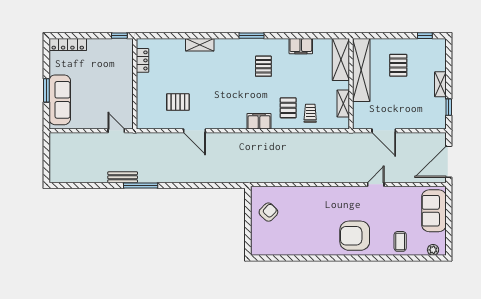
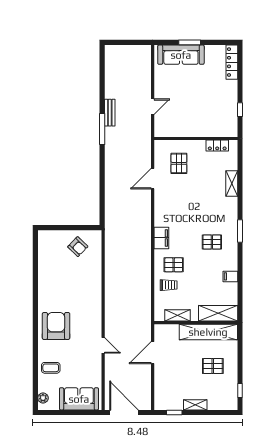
filing cabinet: (301, 46) -> (230, 276), width x0.50
locker: (142, 60) -> (217, 146), moved
wall: (135, 84) -> (196, 138), moved

